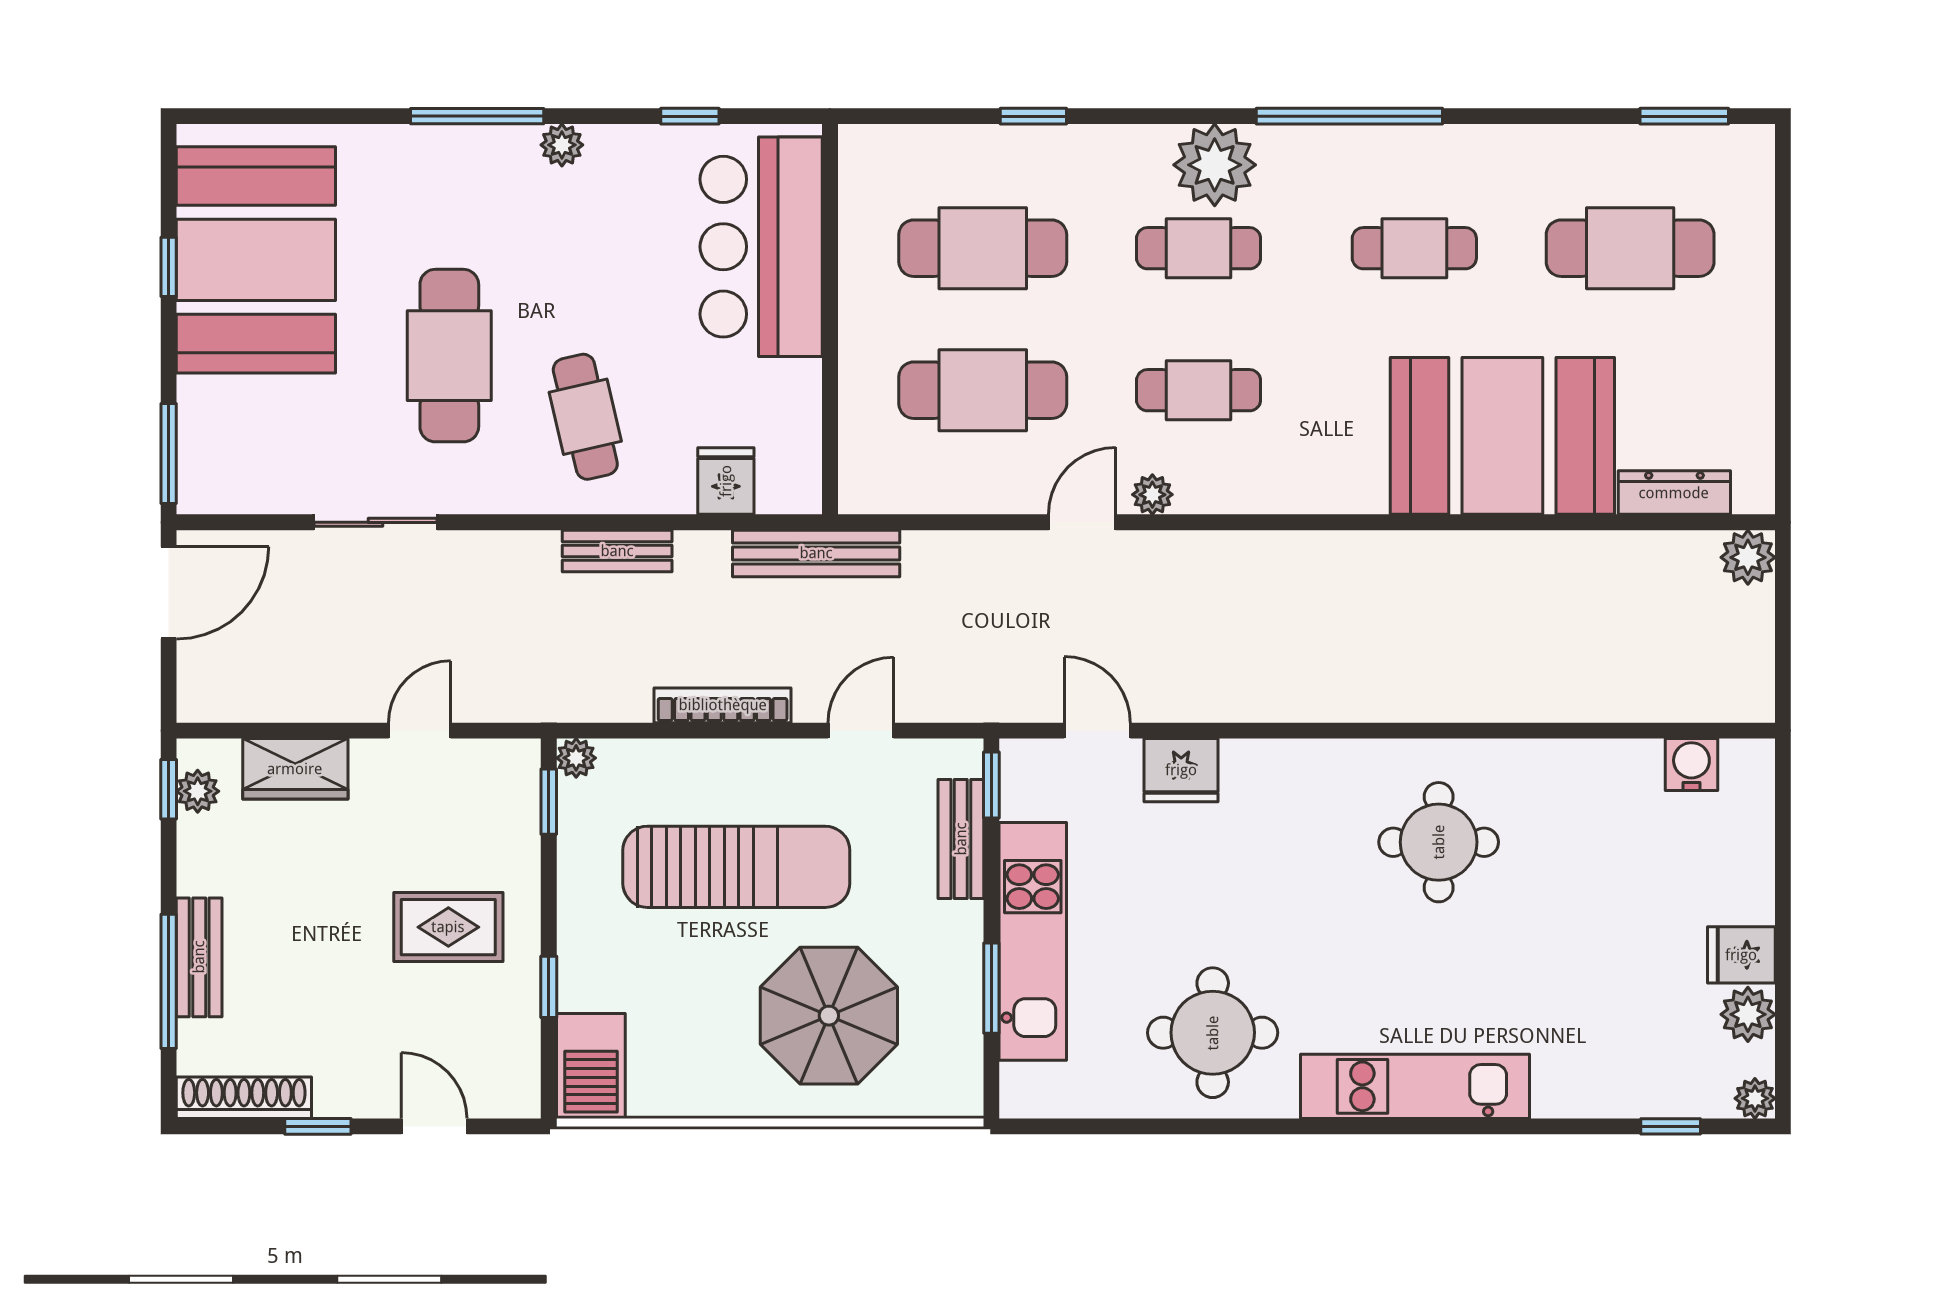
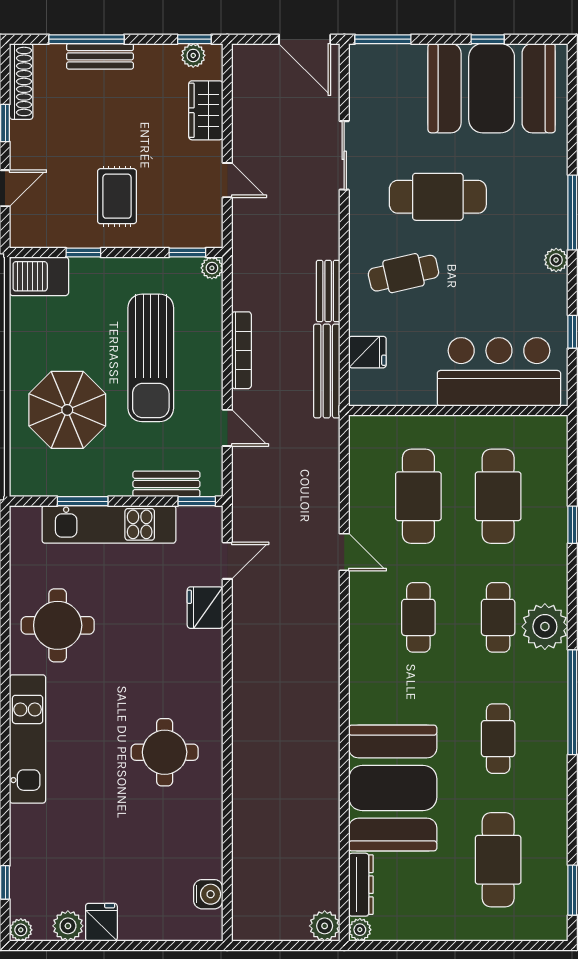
plant: (1152, 495) -> (360, 930), moved
bench: (816, 553) -> (327, 371), moved

